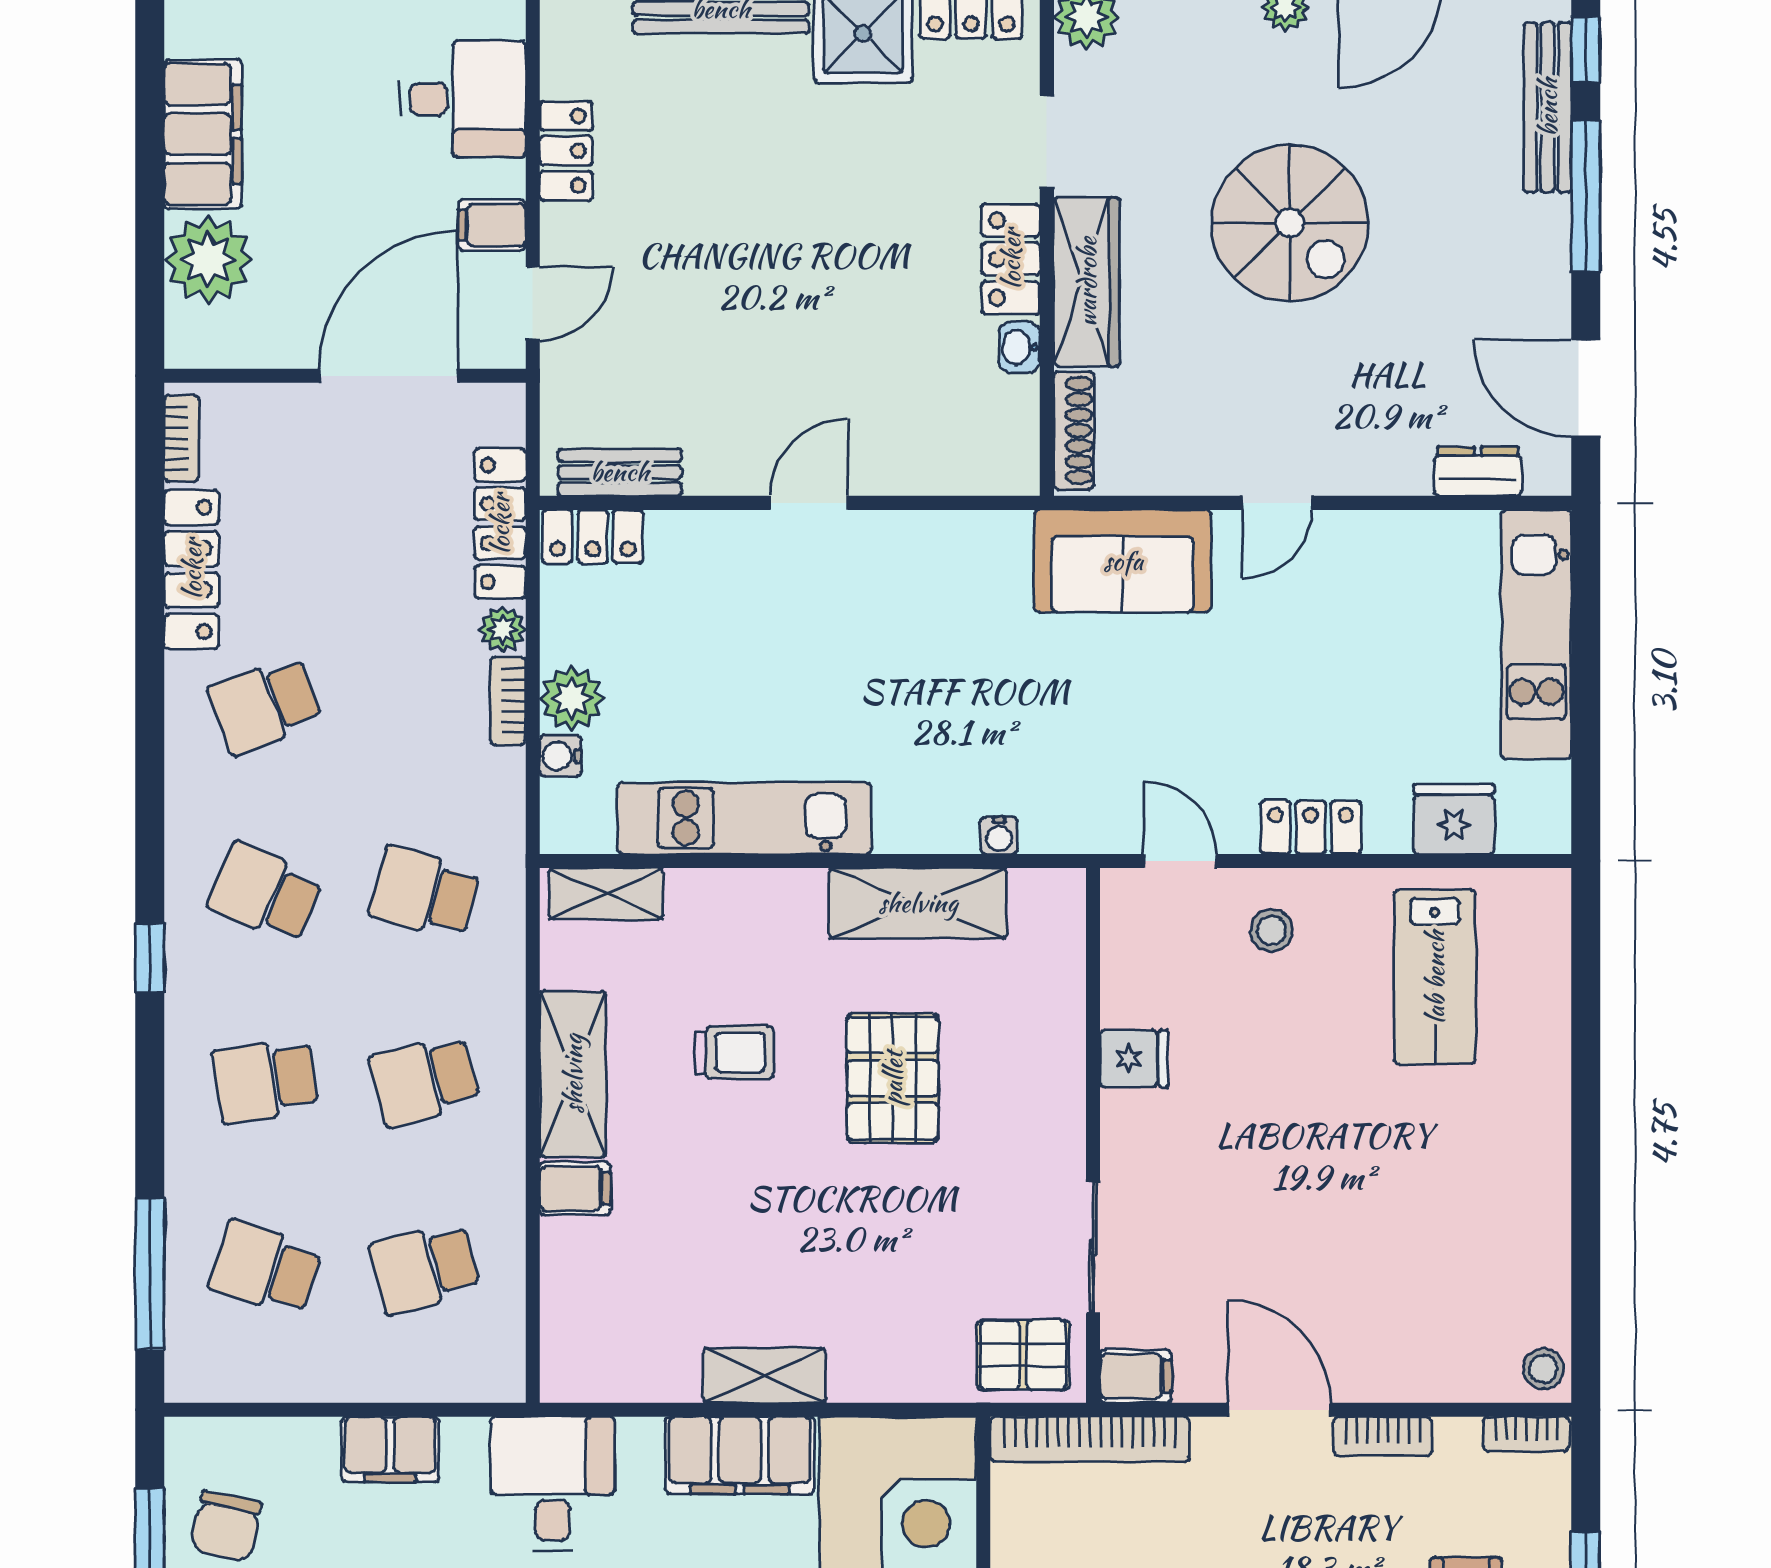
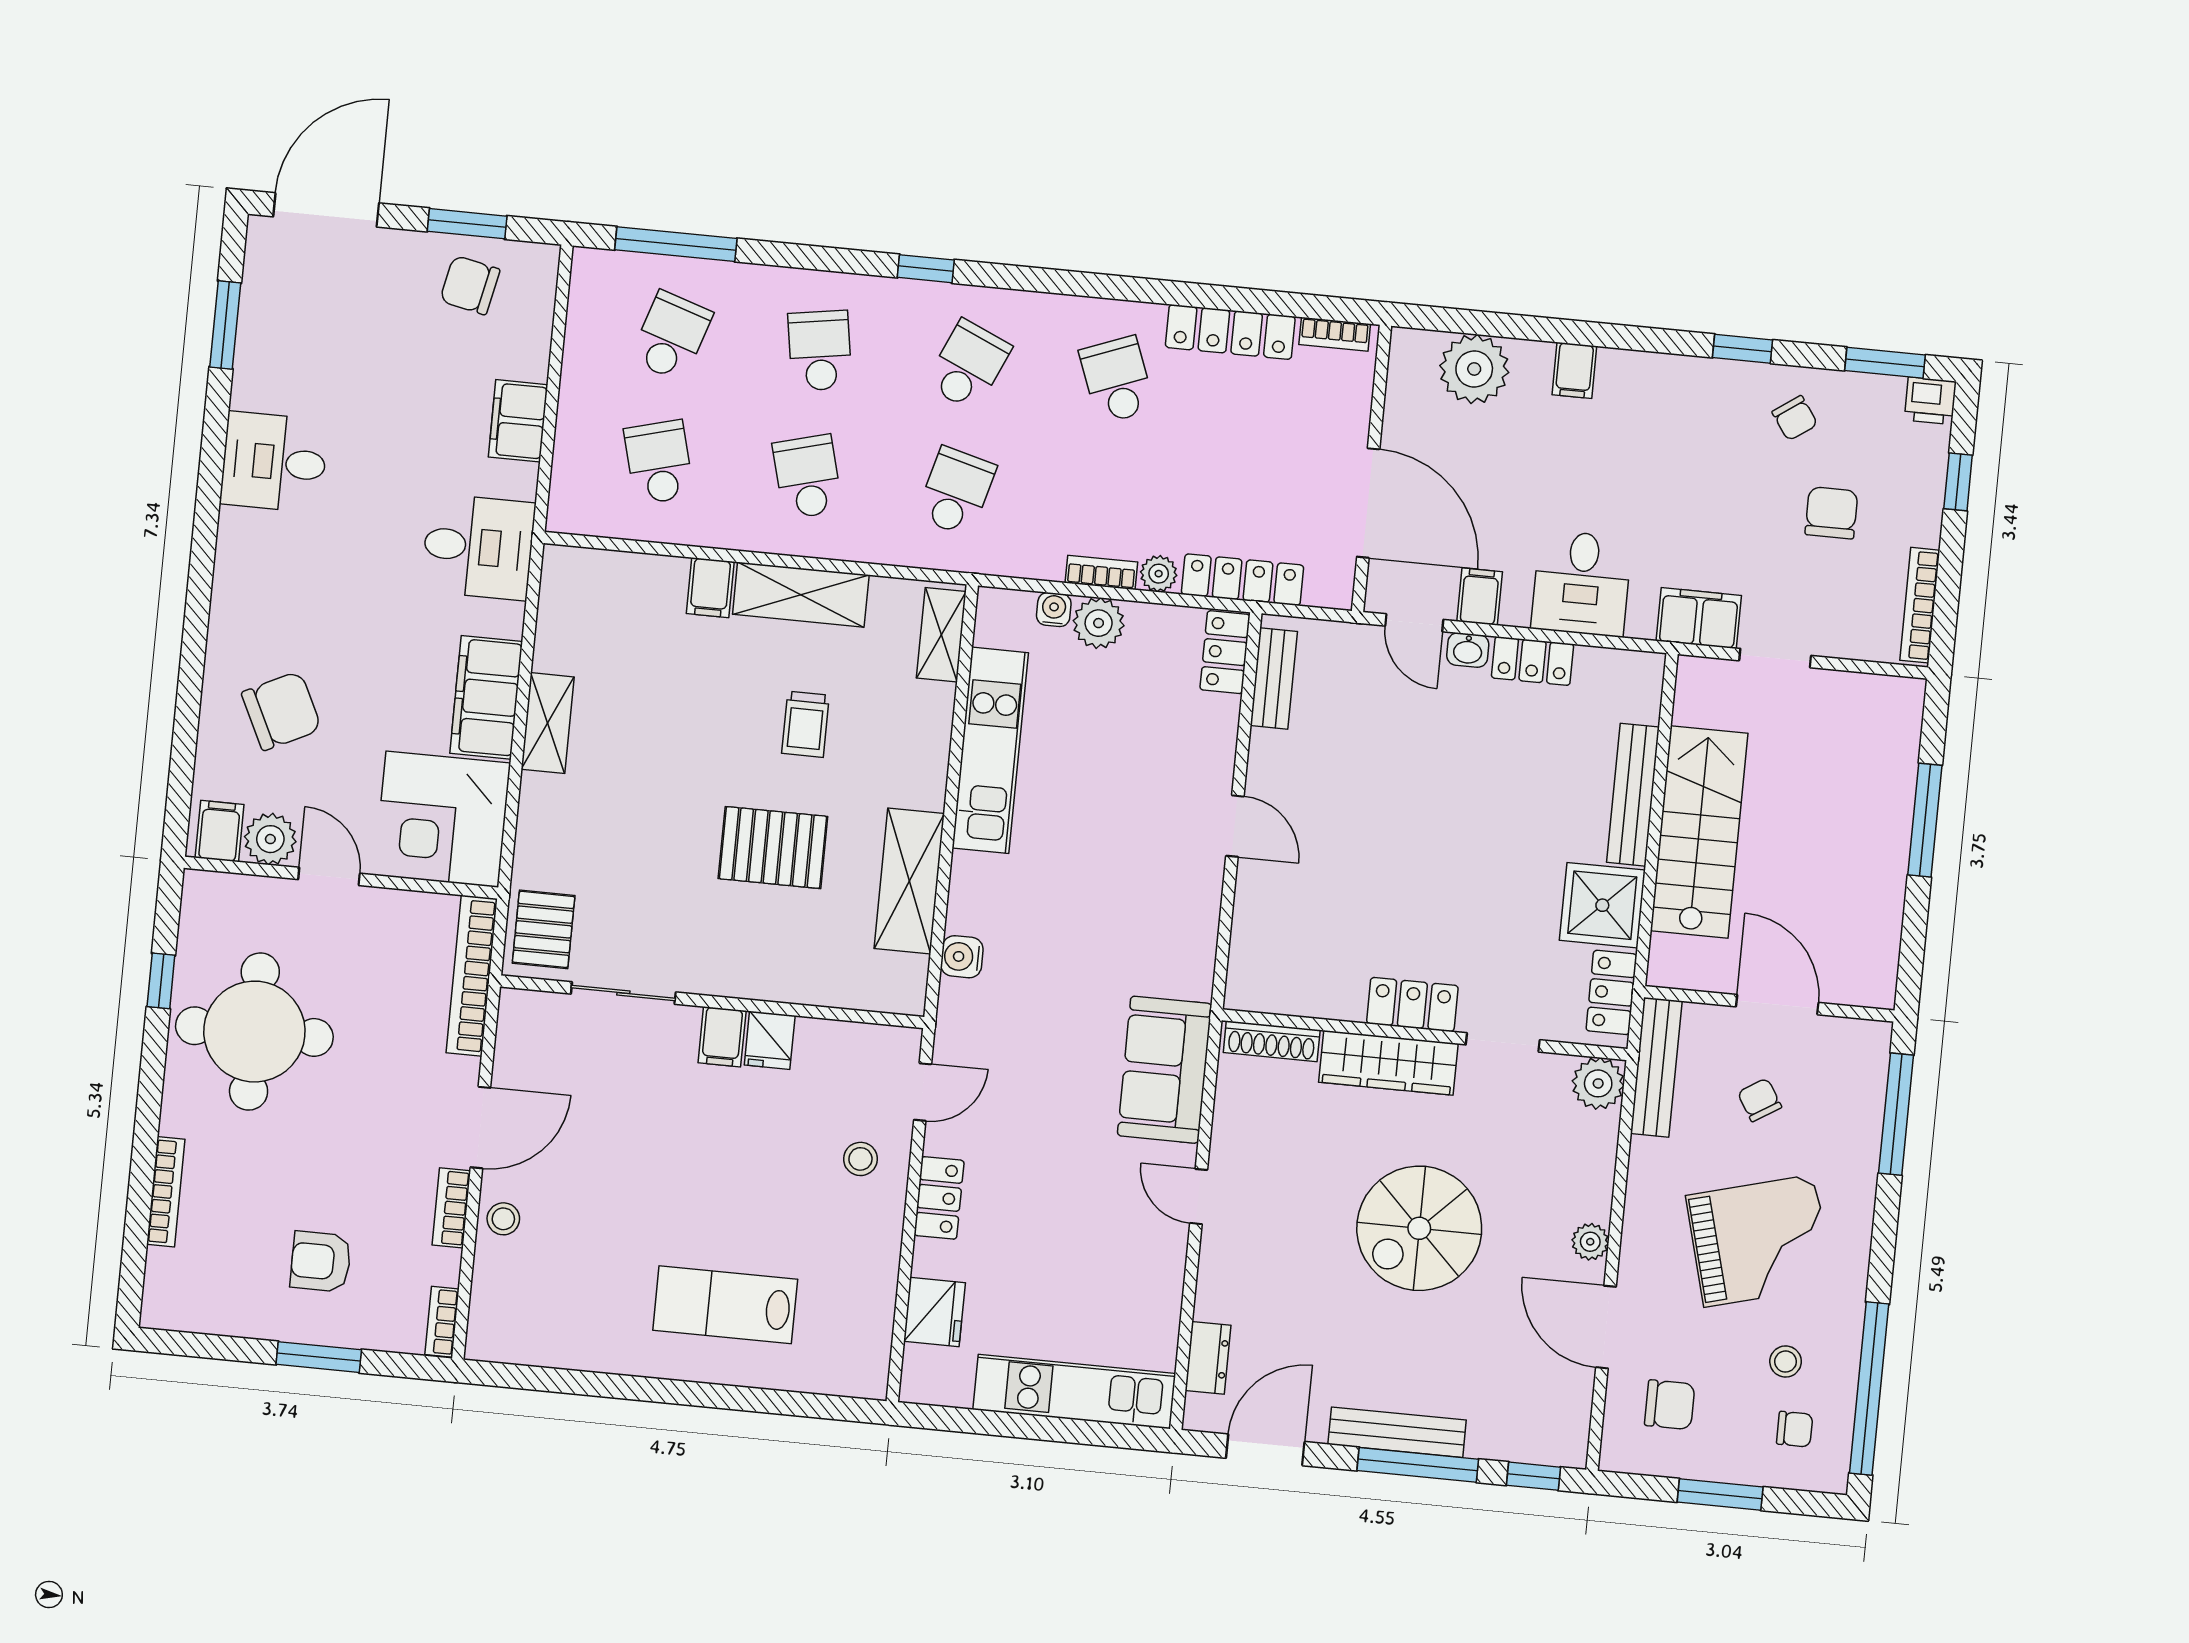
bench: (1548, 107) -> (1397, 1432), moved
filing cabinet: (203, 134) -> (1574, 370), width x0.33, depth x0.86
washbasin: (1019, 347) -> (1468, 650), moved, turned 180
water cooler: (999, 836) -> (962, 957), width x1.38, depth x1.38
lab bench: (1435, 977) -> (725, 1305), moved
stool: (1543, 1369) -> (503, 1219), moved
filing cabinet: (1136, 1376) -> (722, 1037), moved

